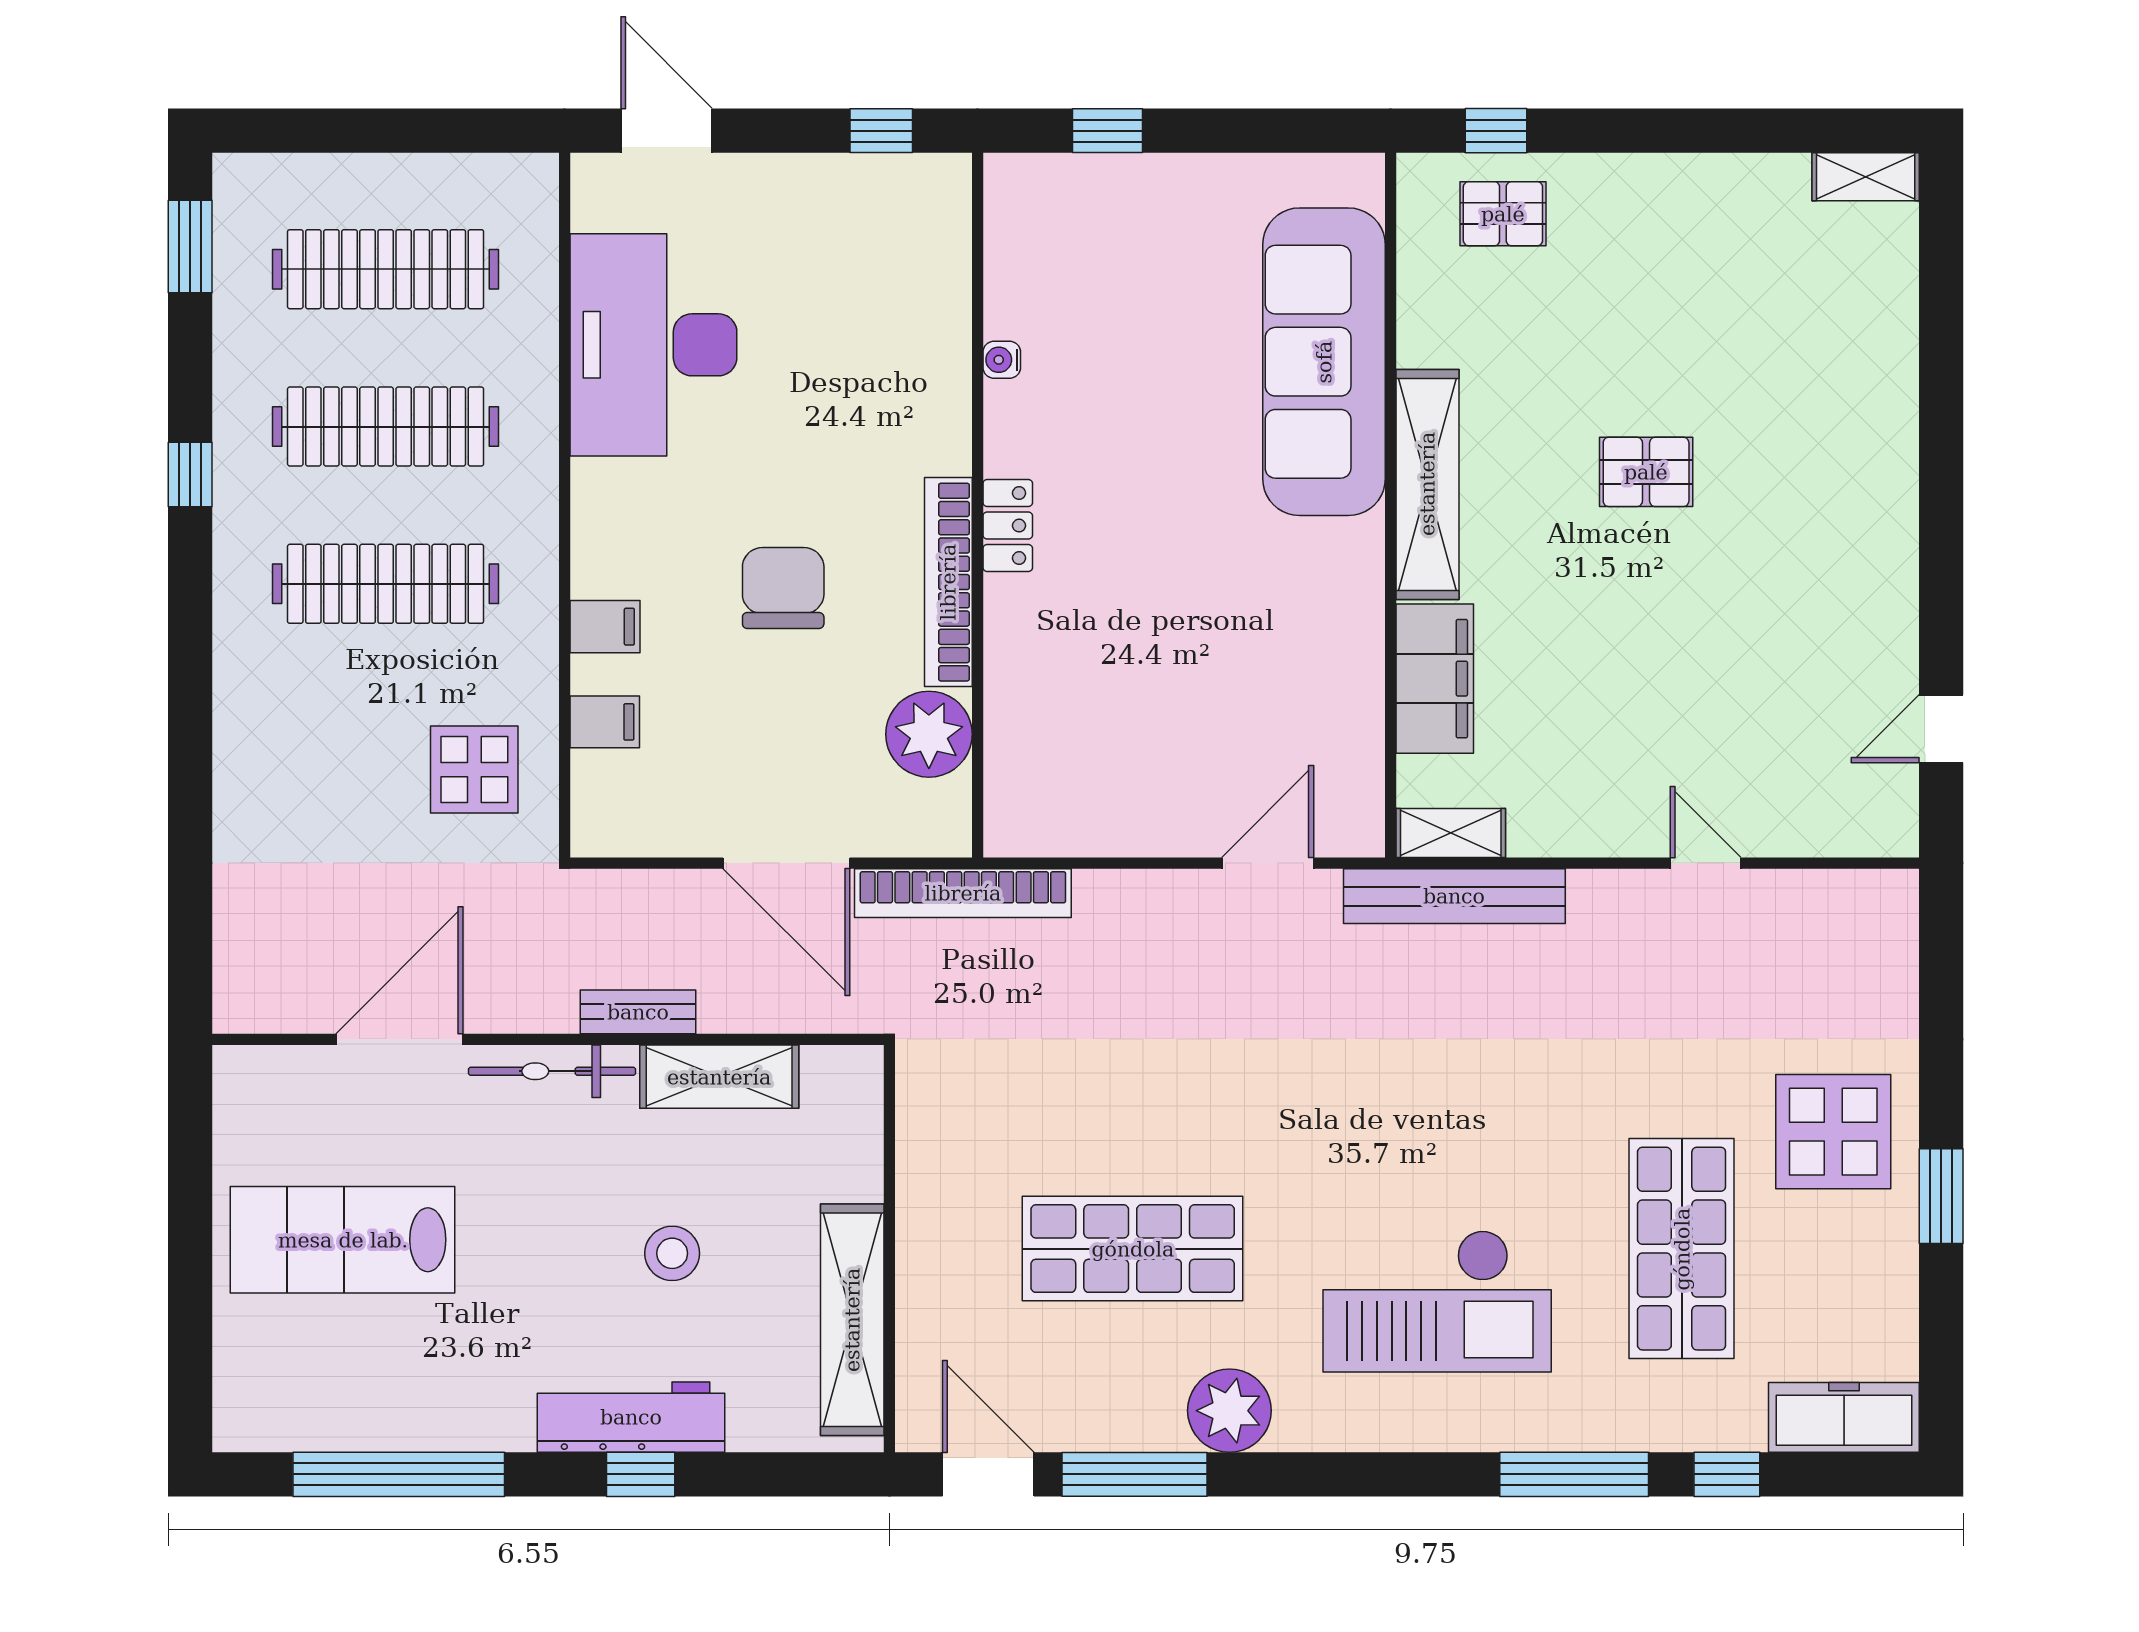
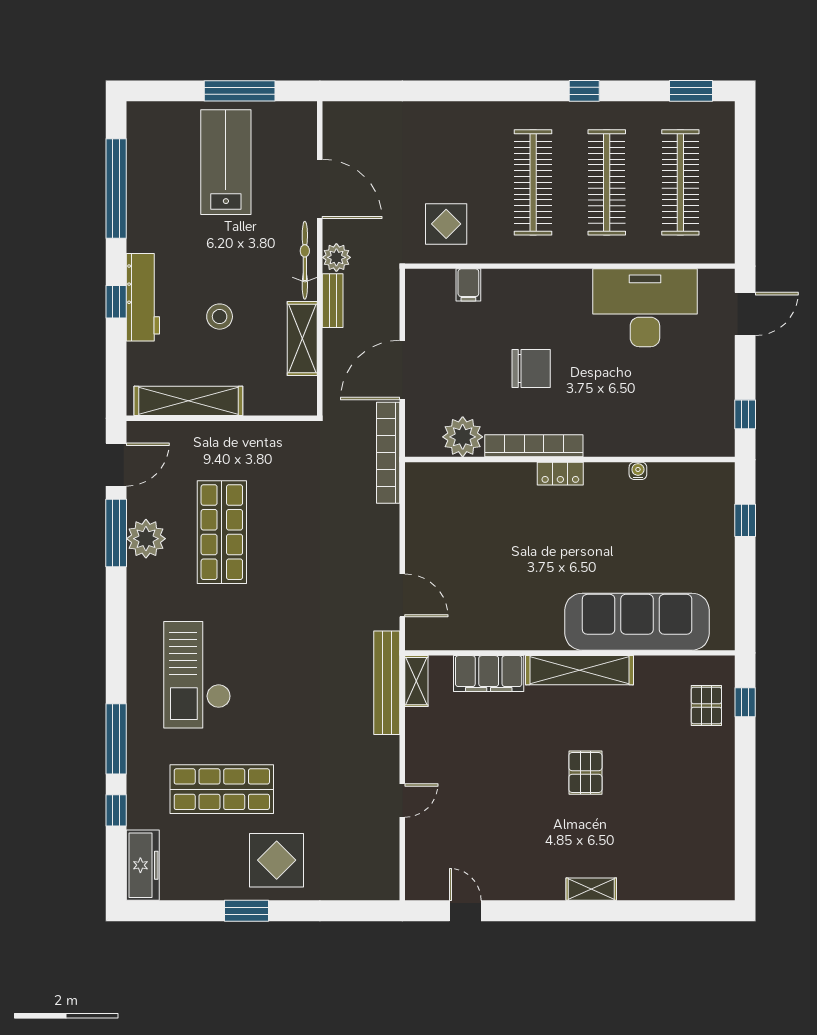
shelving: (1866, 177) -> (591, 889), moved, turned 90
filing cabinet: (605, 627) -> (513, 285), removed
plant: (546, 1004) -> (336, 257), added
window: (190, 1211) -> (240, 91), added
plant: (1229, 1411) -> (146, 539), moved

